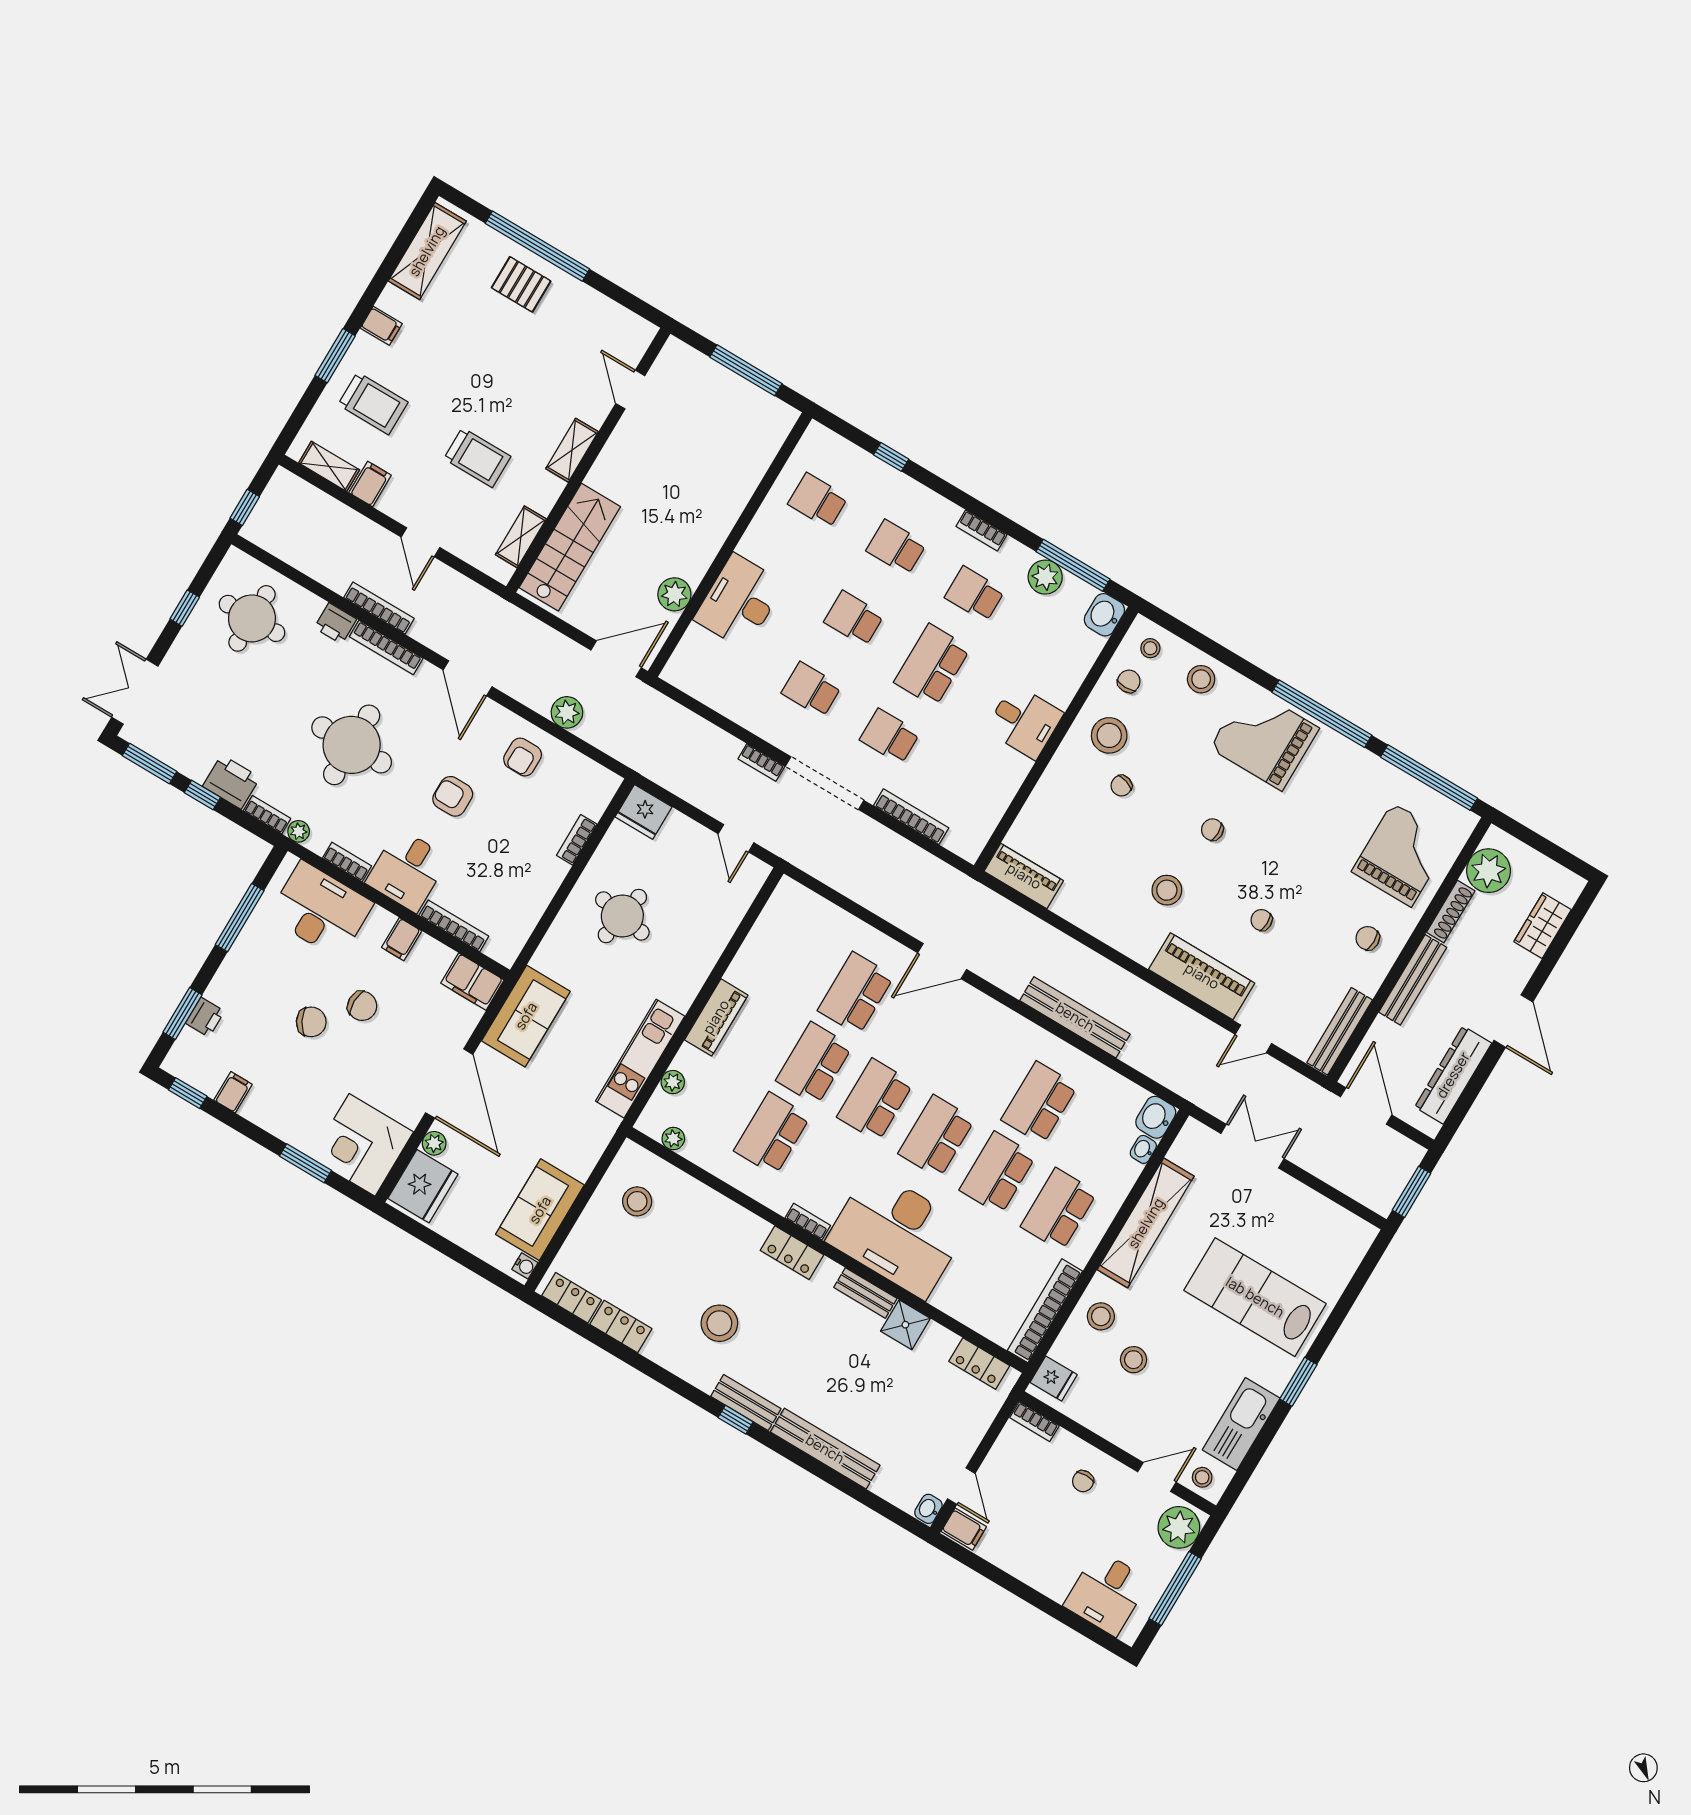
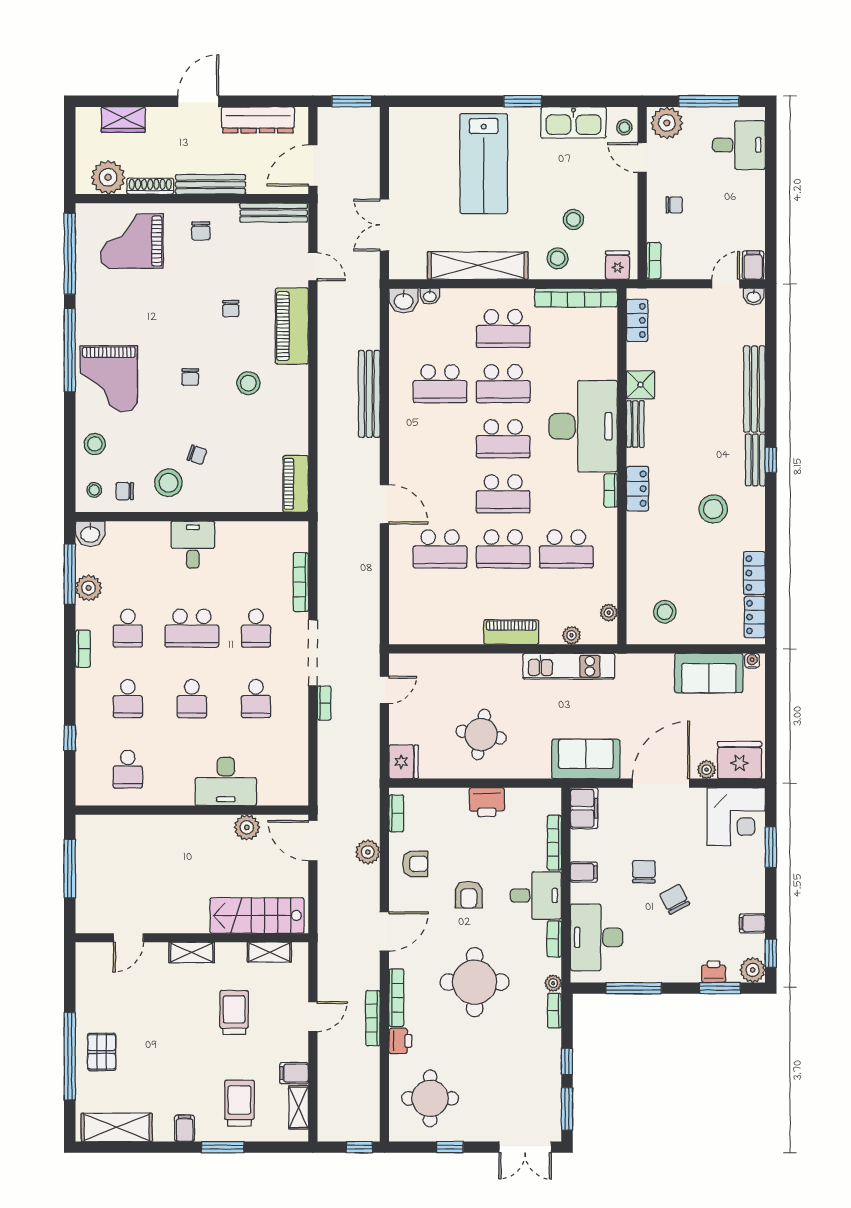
printer: (231, 782) -> (487, 802), moved, turned -90
bookcase: (577, 840) -> (396, 813), moved, turned -90
plant: (181, 1062) -> (753, 970), added

